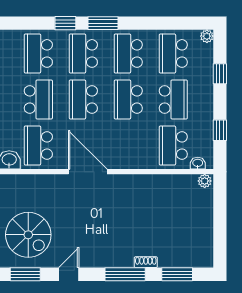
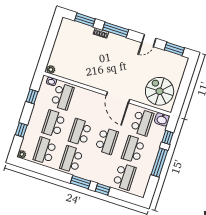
school desk: (83, 53) -> (98, 168), removed
school desk: (128, 53) -> (71, 159), turned 180
school desk: (173, 53) -> (45, 151), turned 180
school desk: (128, 99) -> (80, 132), turned 180
spiral stairs: (28, 235) -> (160, 91), moved

